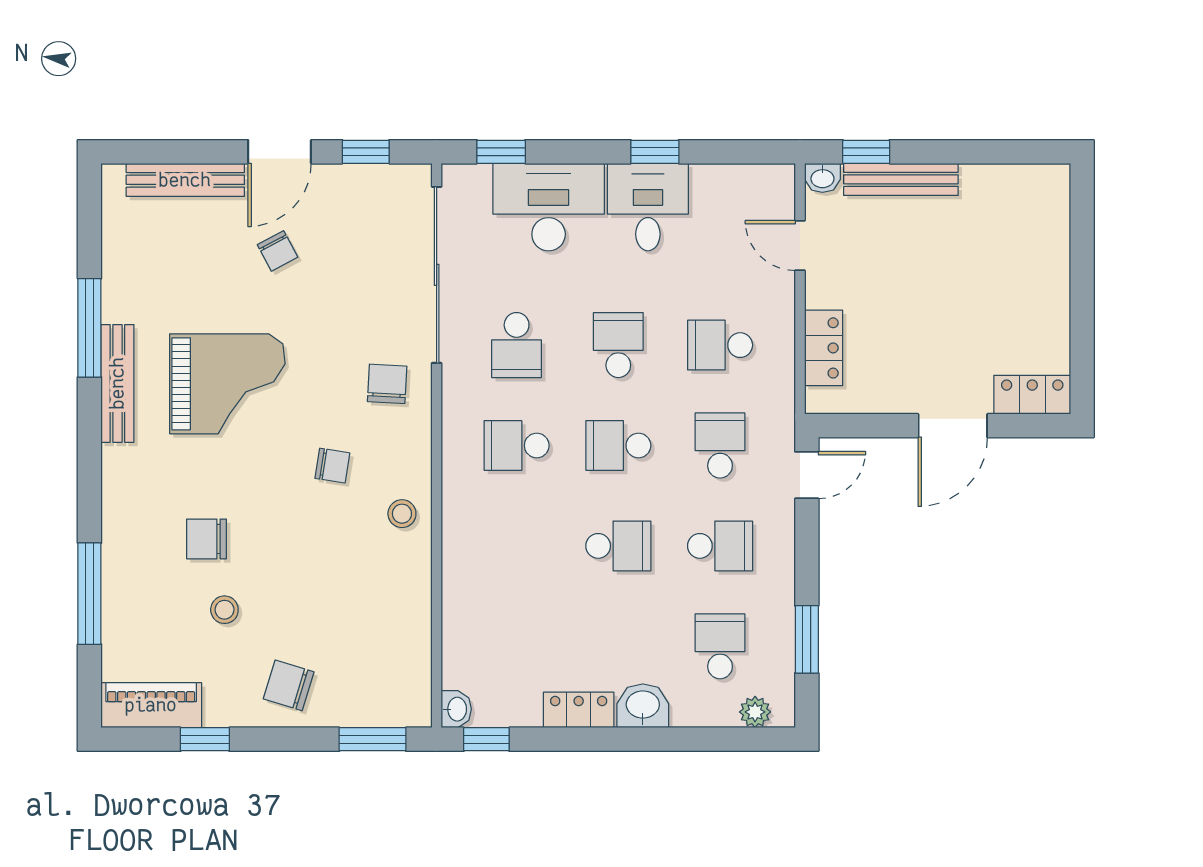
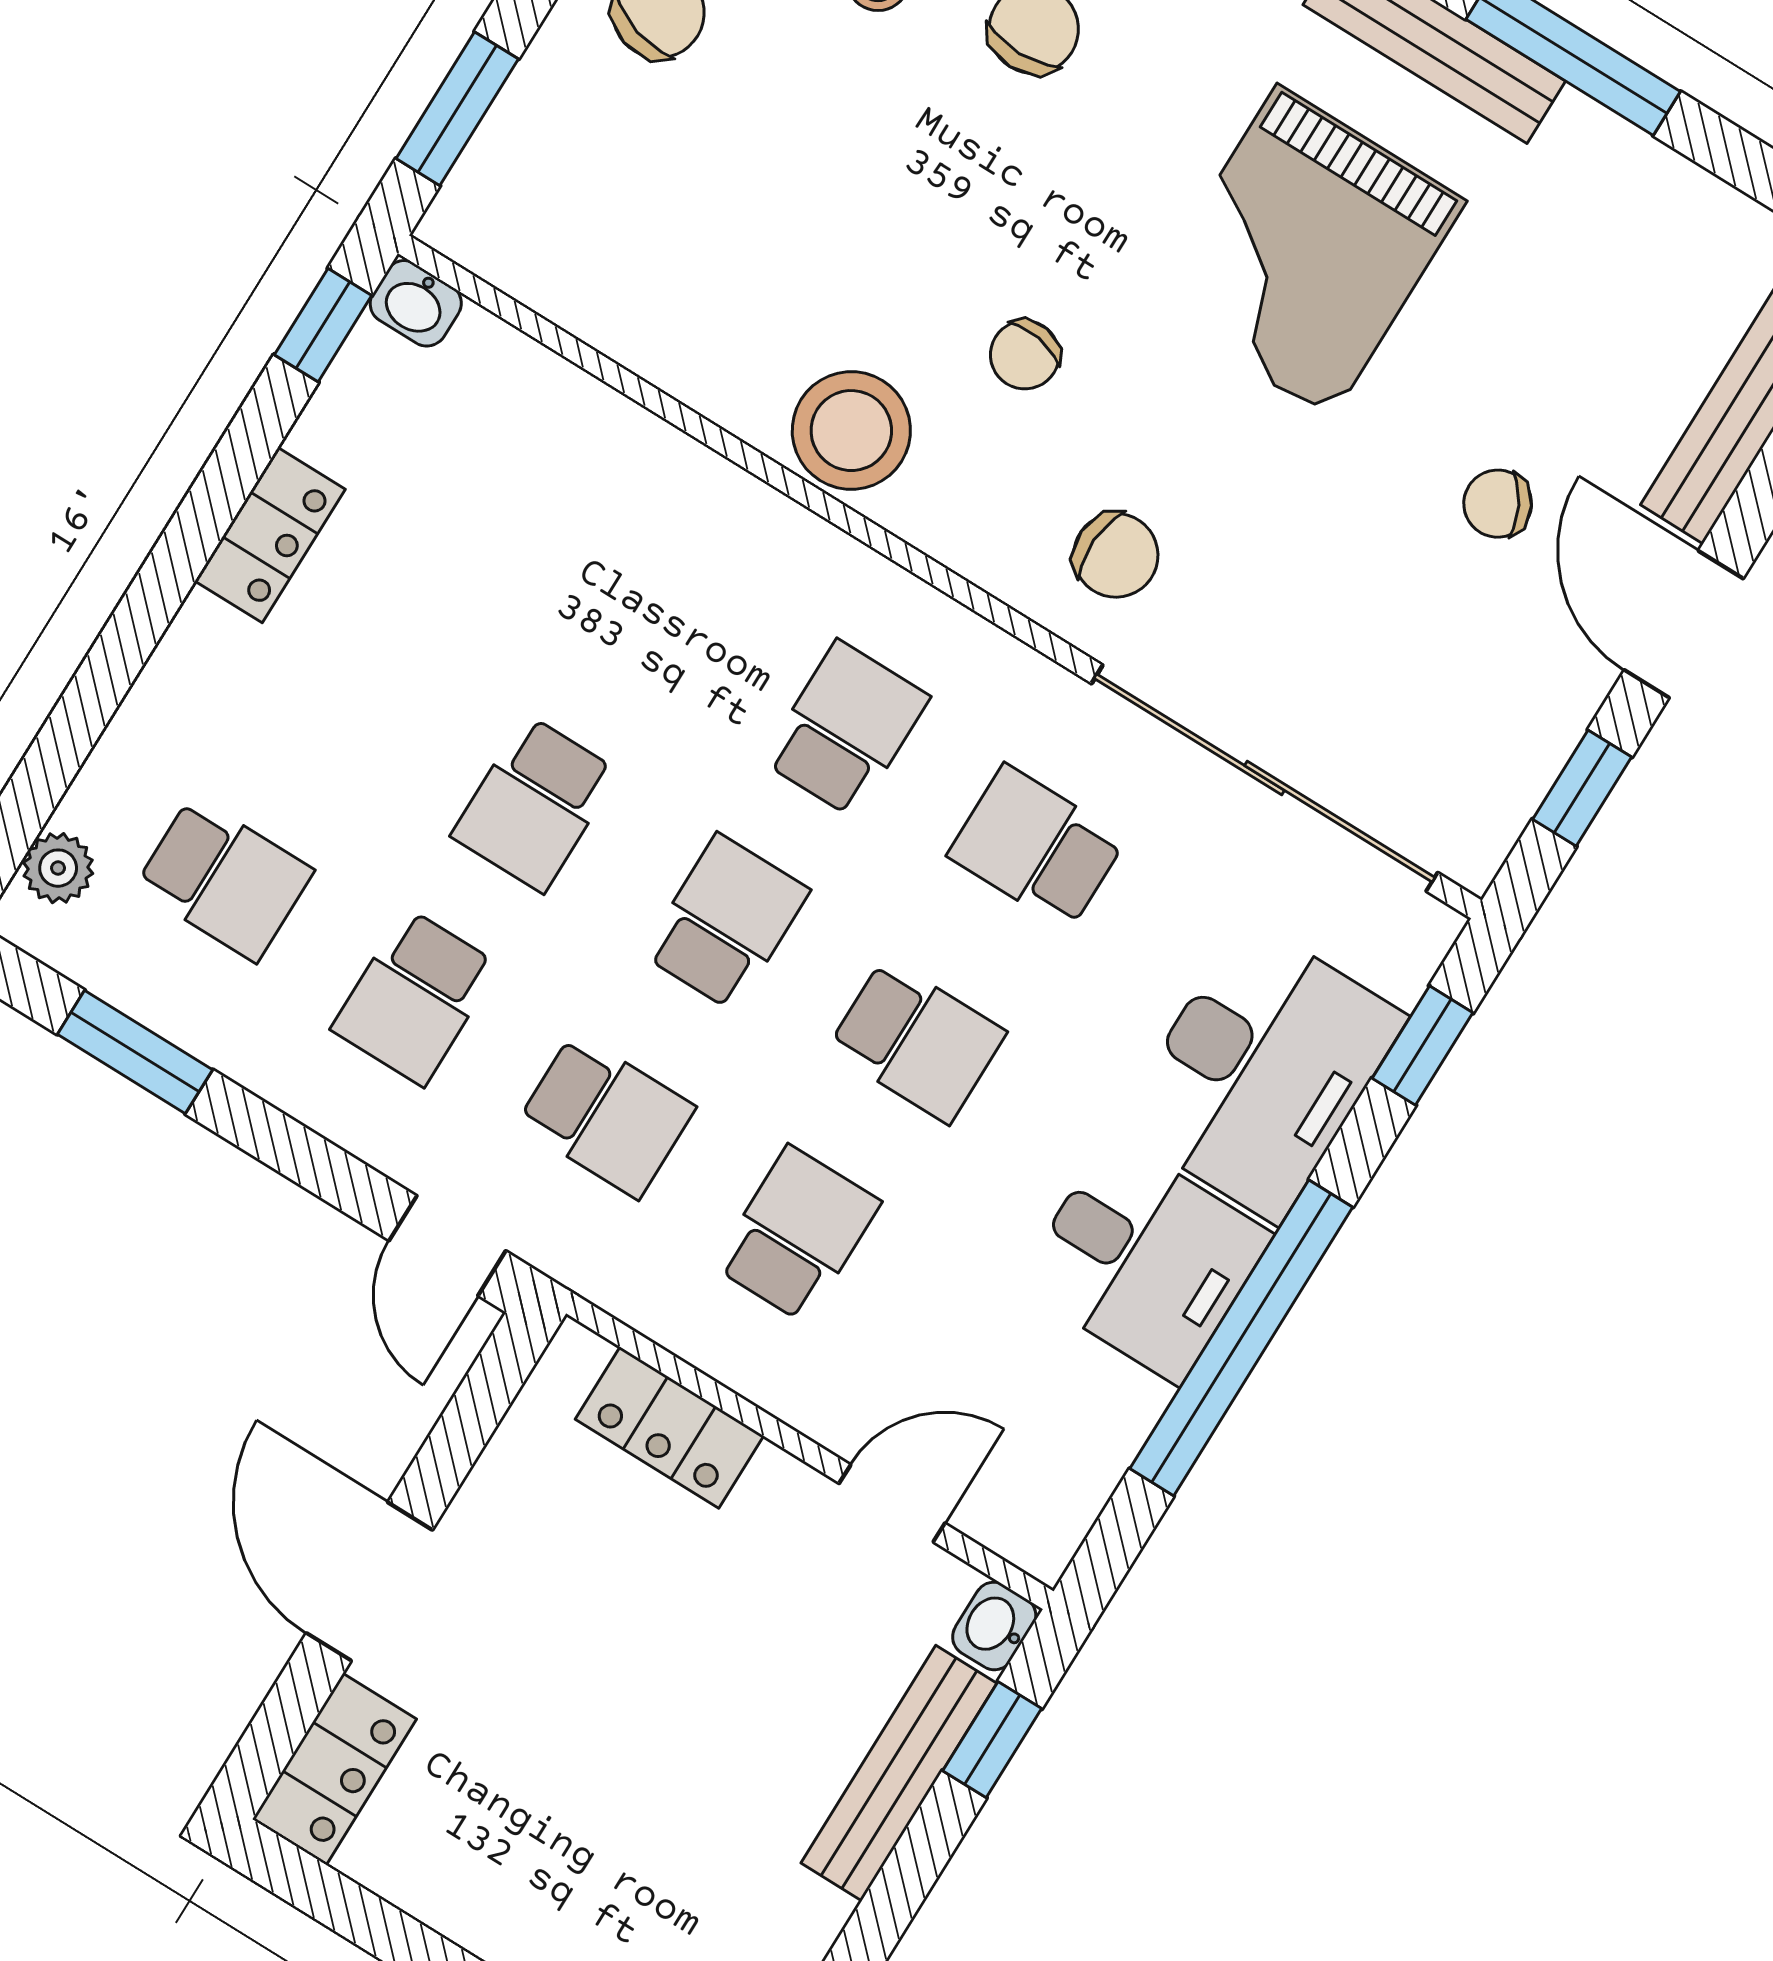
window: (655, 152) -> (1241, 1338), width x3.17
stool: (402, 514) -> (851, 431), width x1.89, depth x1.89
washbasin: (643, 706) -> (202, 662), removed

